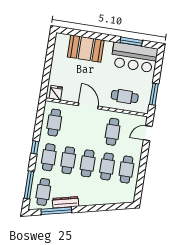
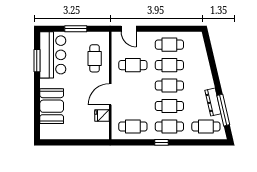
fridge: (56, 93) -> (102, 115), moved
window: (154, 94) -> (76, 29), moved
window: (29, 185) -> (201, 142), removed

